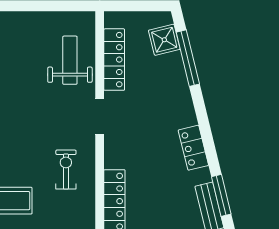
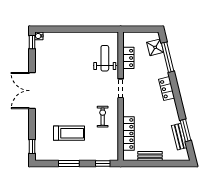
locker: (114, 60) -> (128, 58), width x0.66
locker: (193, 148) -> (167, 89), moved

